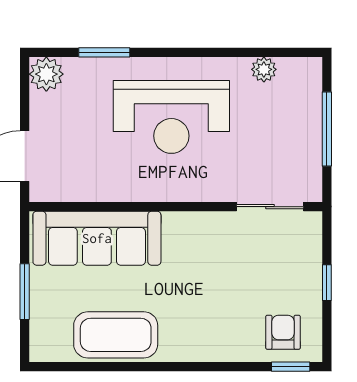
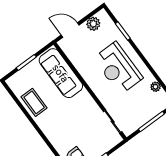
plant: (46, 74) -> (93, 24), moved
coffee table: (116, 335) -> (34, 102), width x0.73, depth x0.76

